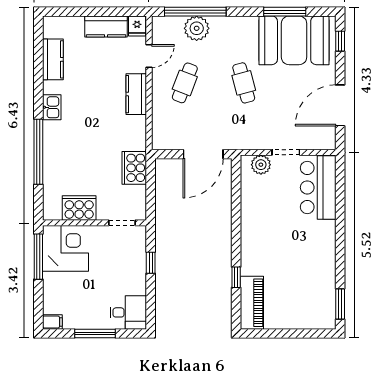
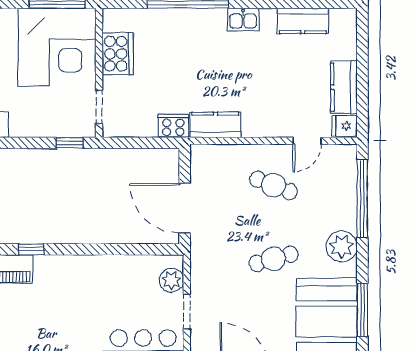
plant: (197, 28) -> (342, 246), moved
door: (149, 56) -> (307, 141), hinge flipped
kitchen counter: (136, 94) -> (215, 125), moved
cooker: (134, 168) -> (173, 126), width x0.73, depth x0.76
corner desk: (66, 248) -> (57, 47), width x1.36, depth x1.36
window: (151, 263) -> (70, 143), moved

